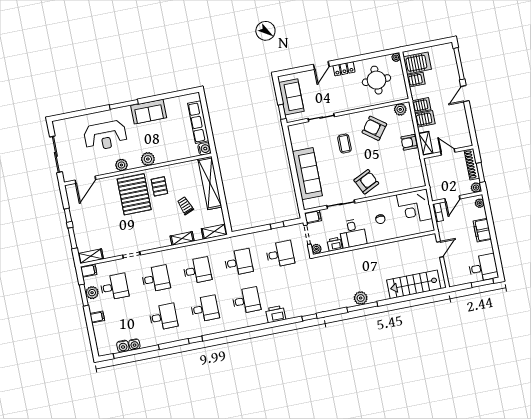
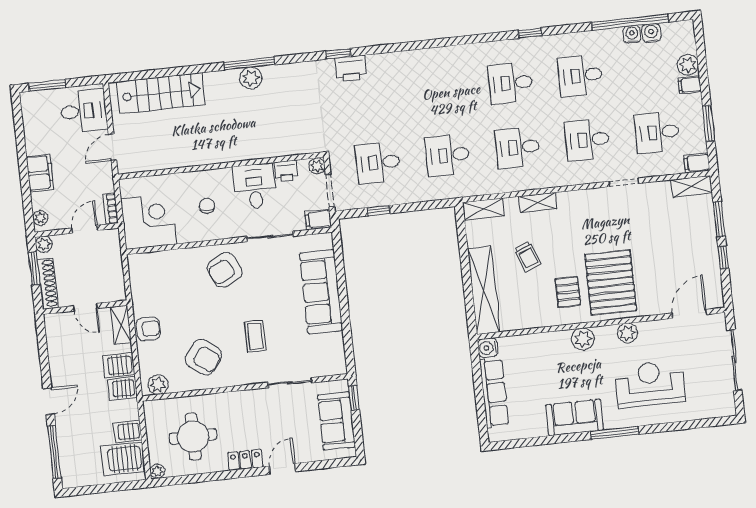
desk: (483, 268) -> (84, 111), moved, turned 180
plant: (92, 293) -> (688, 65), moved
desk: (246, 301) -> (441, 91), removed
printer: (276, 314) -> (351, 69), moved

